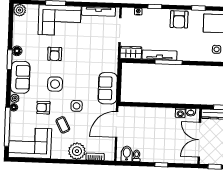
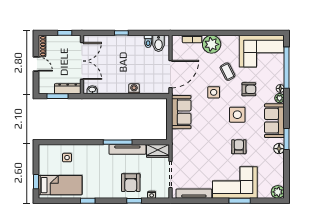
armchair: (179, 19) -> (131, 183), moved, turned 180
washing machine: (180, 113) -> (134, 89), moved

